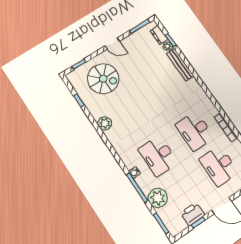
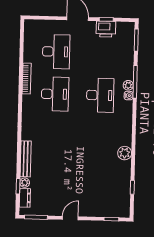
door: (112, 43) -> (70, 218), hinge flipped
spiral stairs: (103, 79) -> (100, 192), removed
plant: (158, 198) -> (128, 85), moved, width x0.53, depth x0.53

